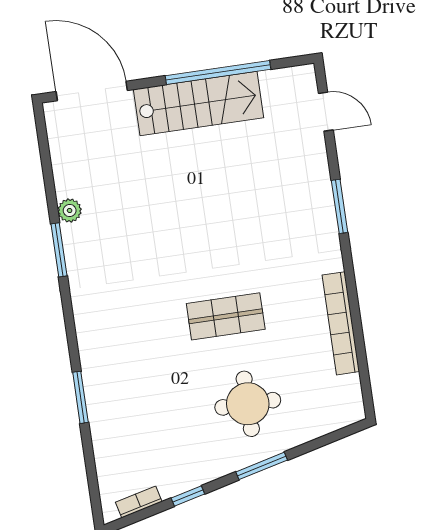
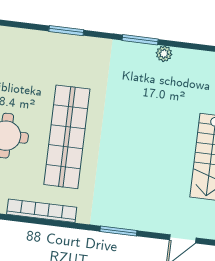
shop shelf: (226, 316) -> (67, 137), width x2.00, depth x1.36
window: (80, 397) -> (66, 31), moved

